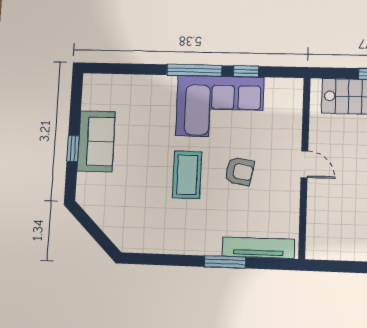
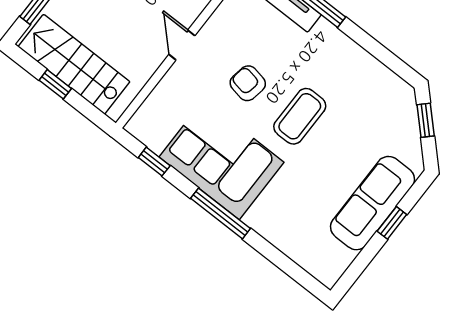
window: (246, 71) -> (154, 162), moved
sofa: (96, 141) -> (373, 203), width x1.36
window: (98, 235) -> (426, 120), added

